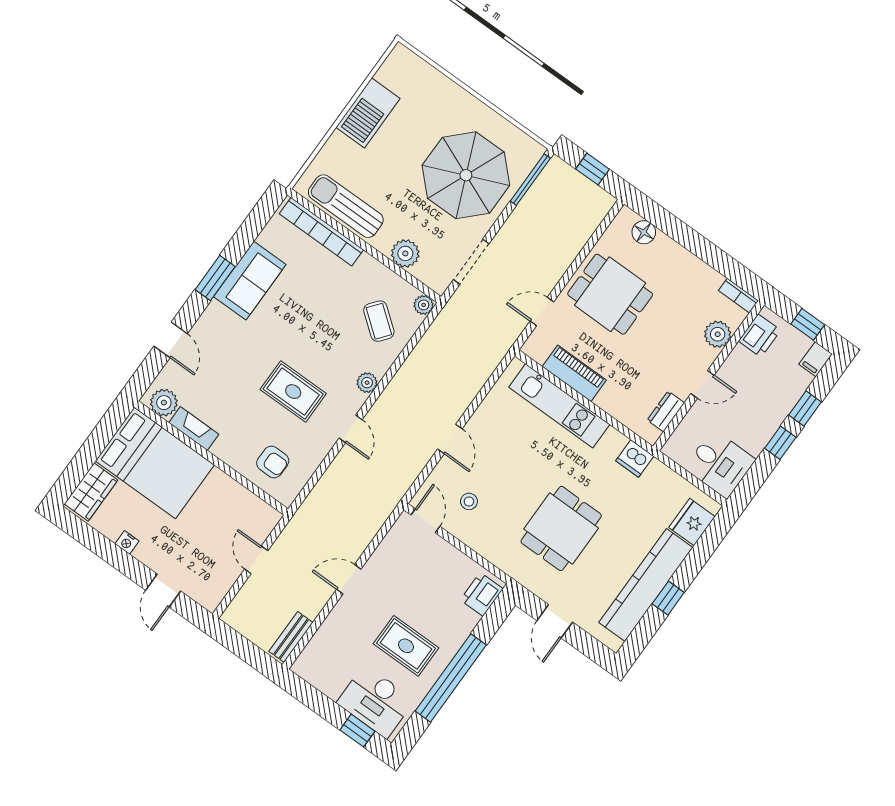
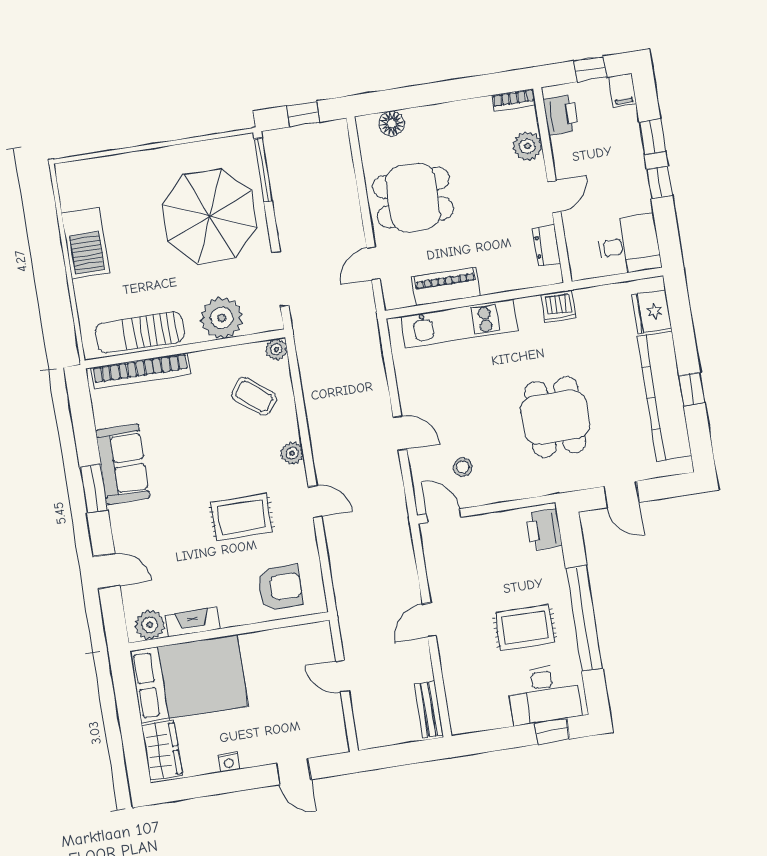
plant: (405, 253) -> (222, 318), width x1.36, depth x1.36
armchair: (273, 462) -> (280, 587), width x1.38, depth x1.38

